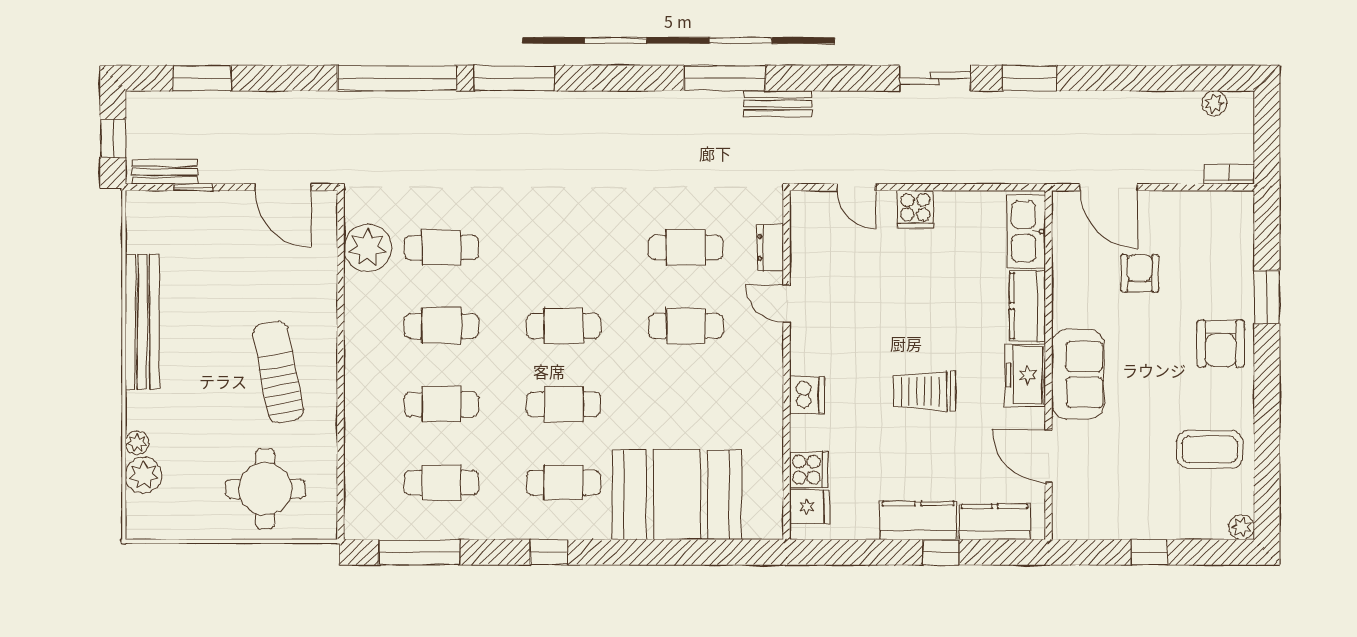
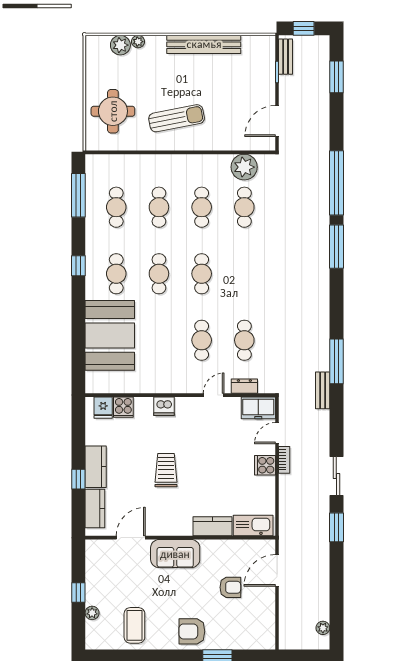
bookcase: (1229, 174) -> (284, 460), moved
freezer: (1025, 375) -> (258, 408), moved, turned 180
plant: (1242, 527) -> (92, 613), moved

